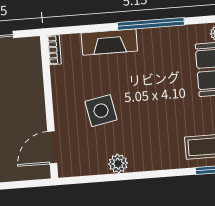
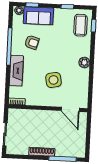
armchair: (163, 63) -> (32, 42), added
plant: (118, 164) -> (84, 62), moved

